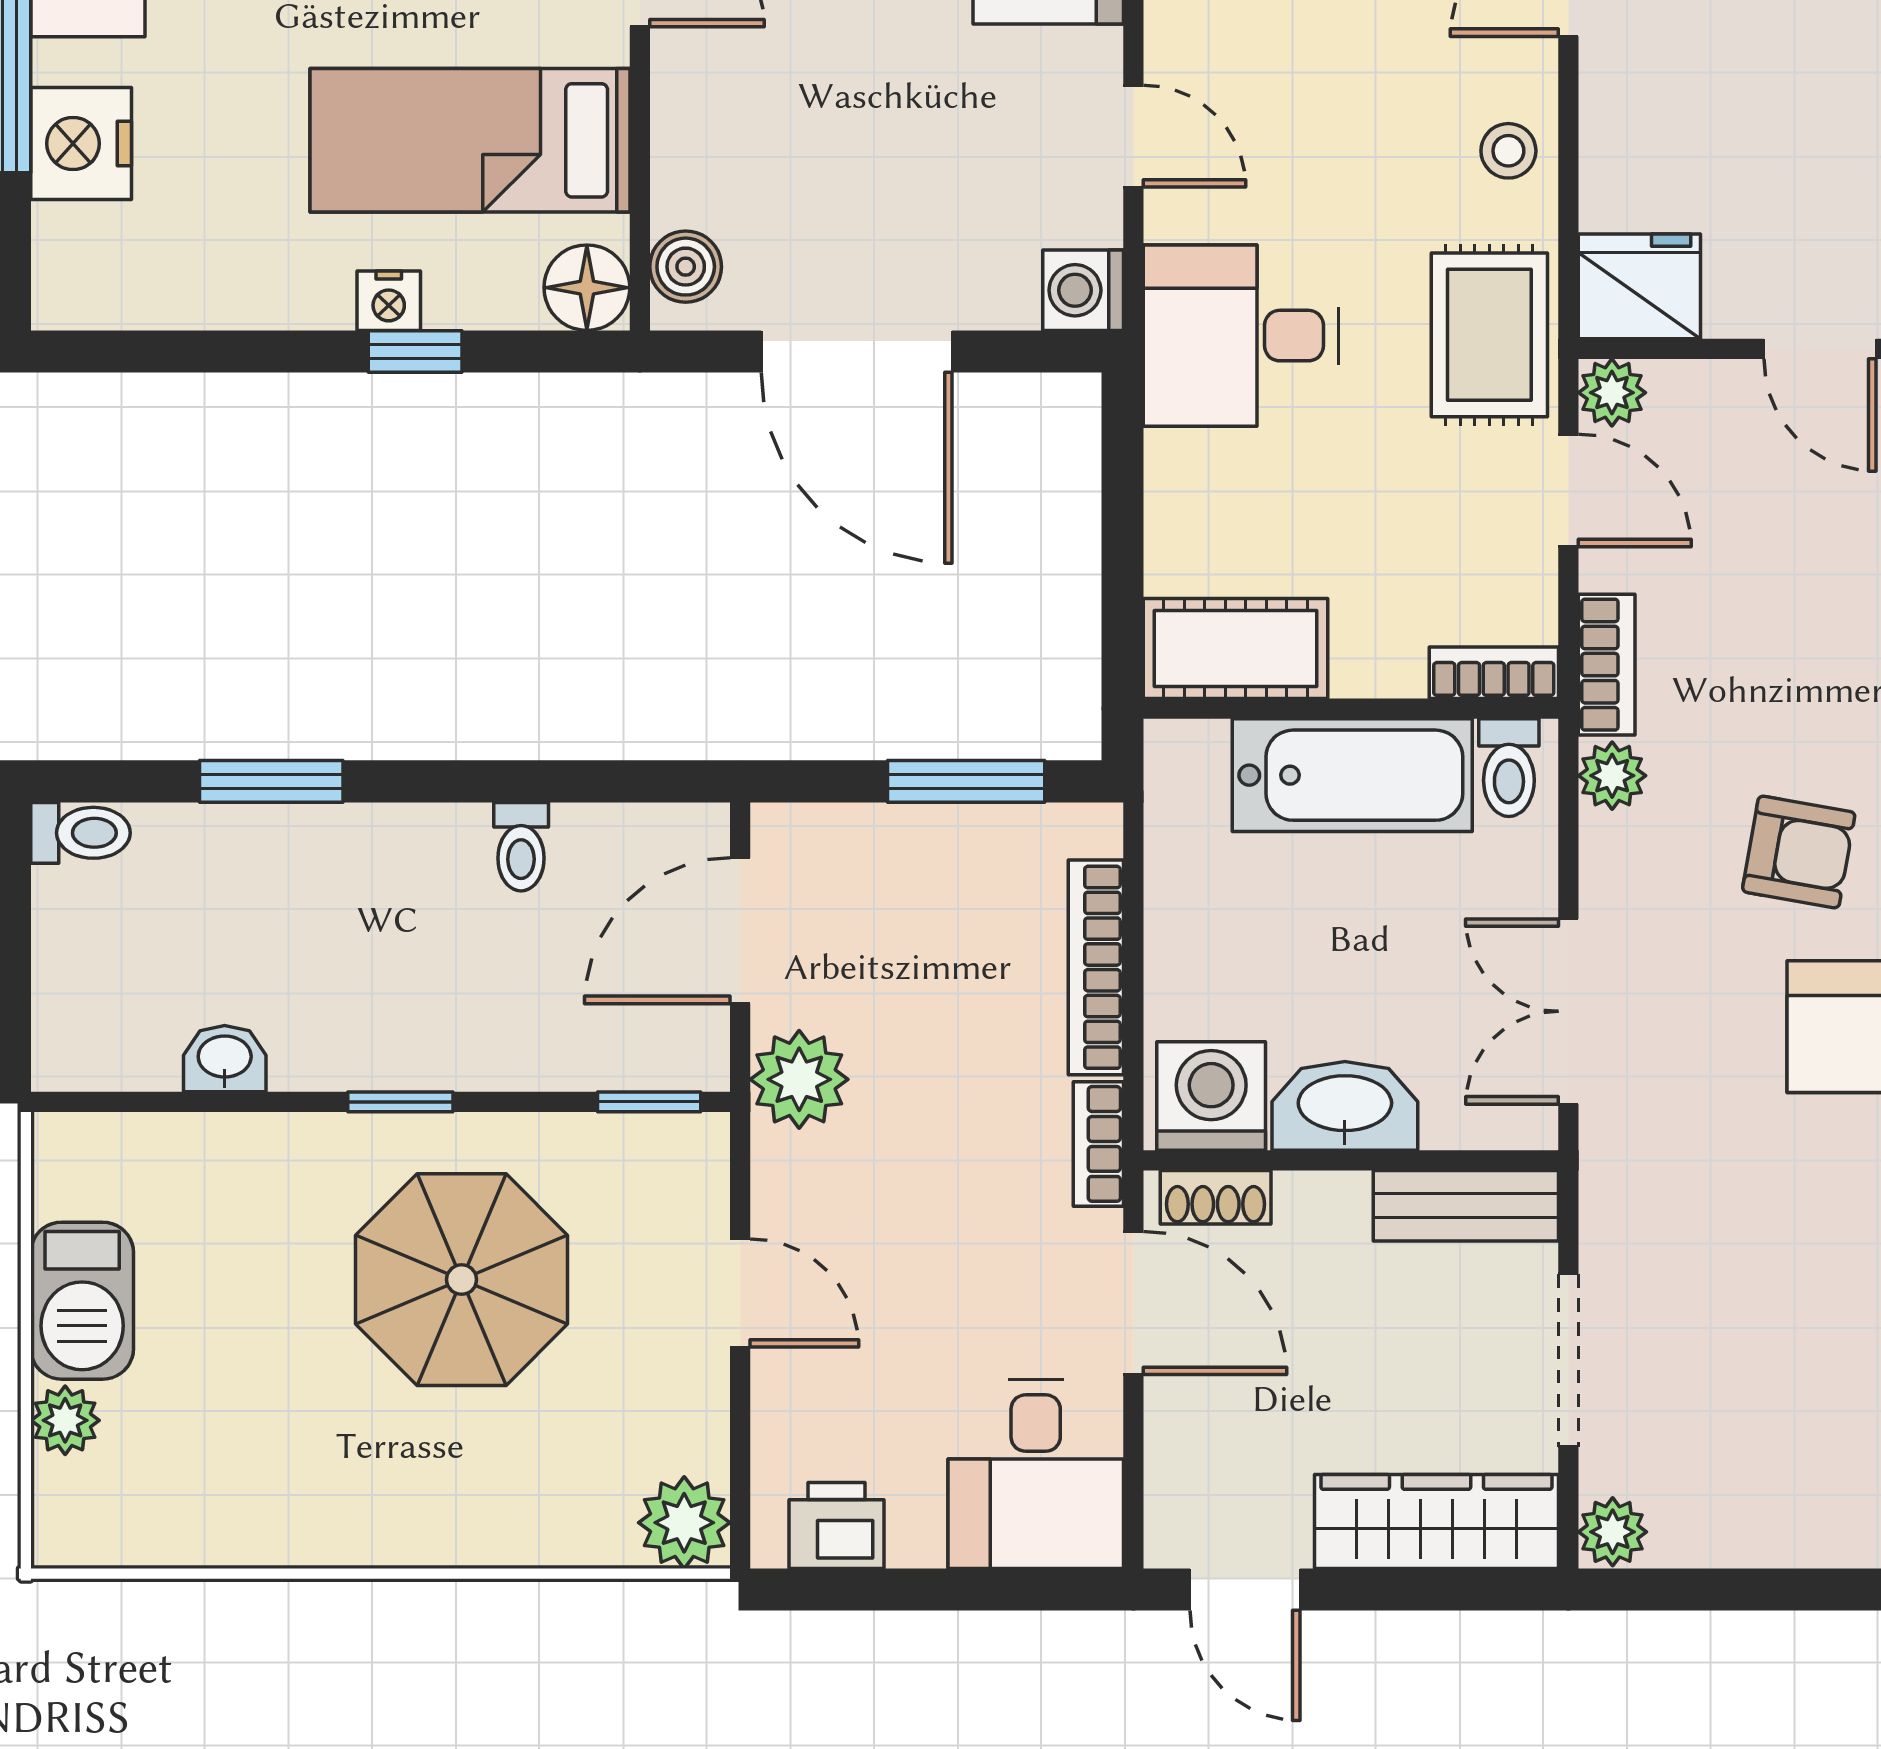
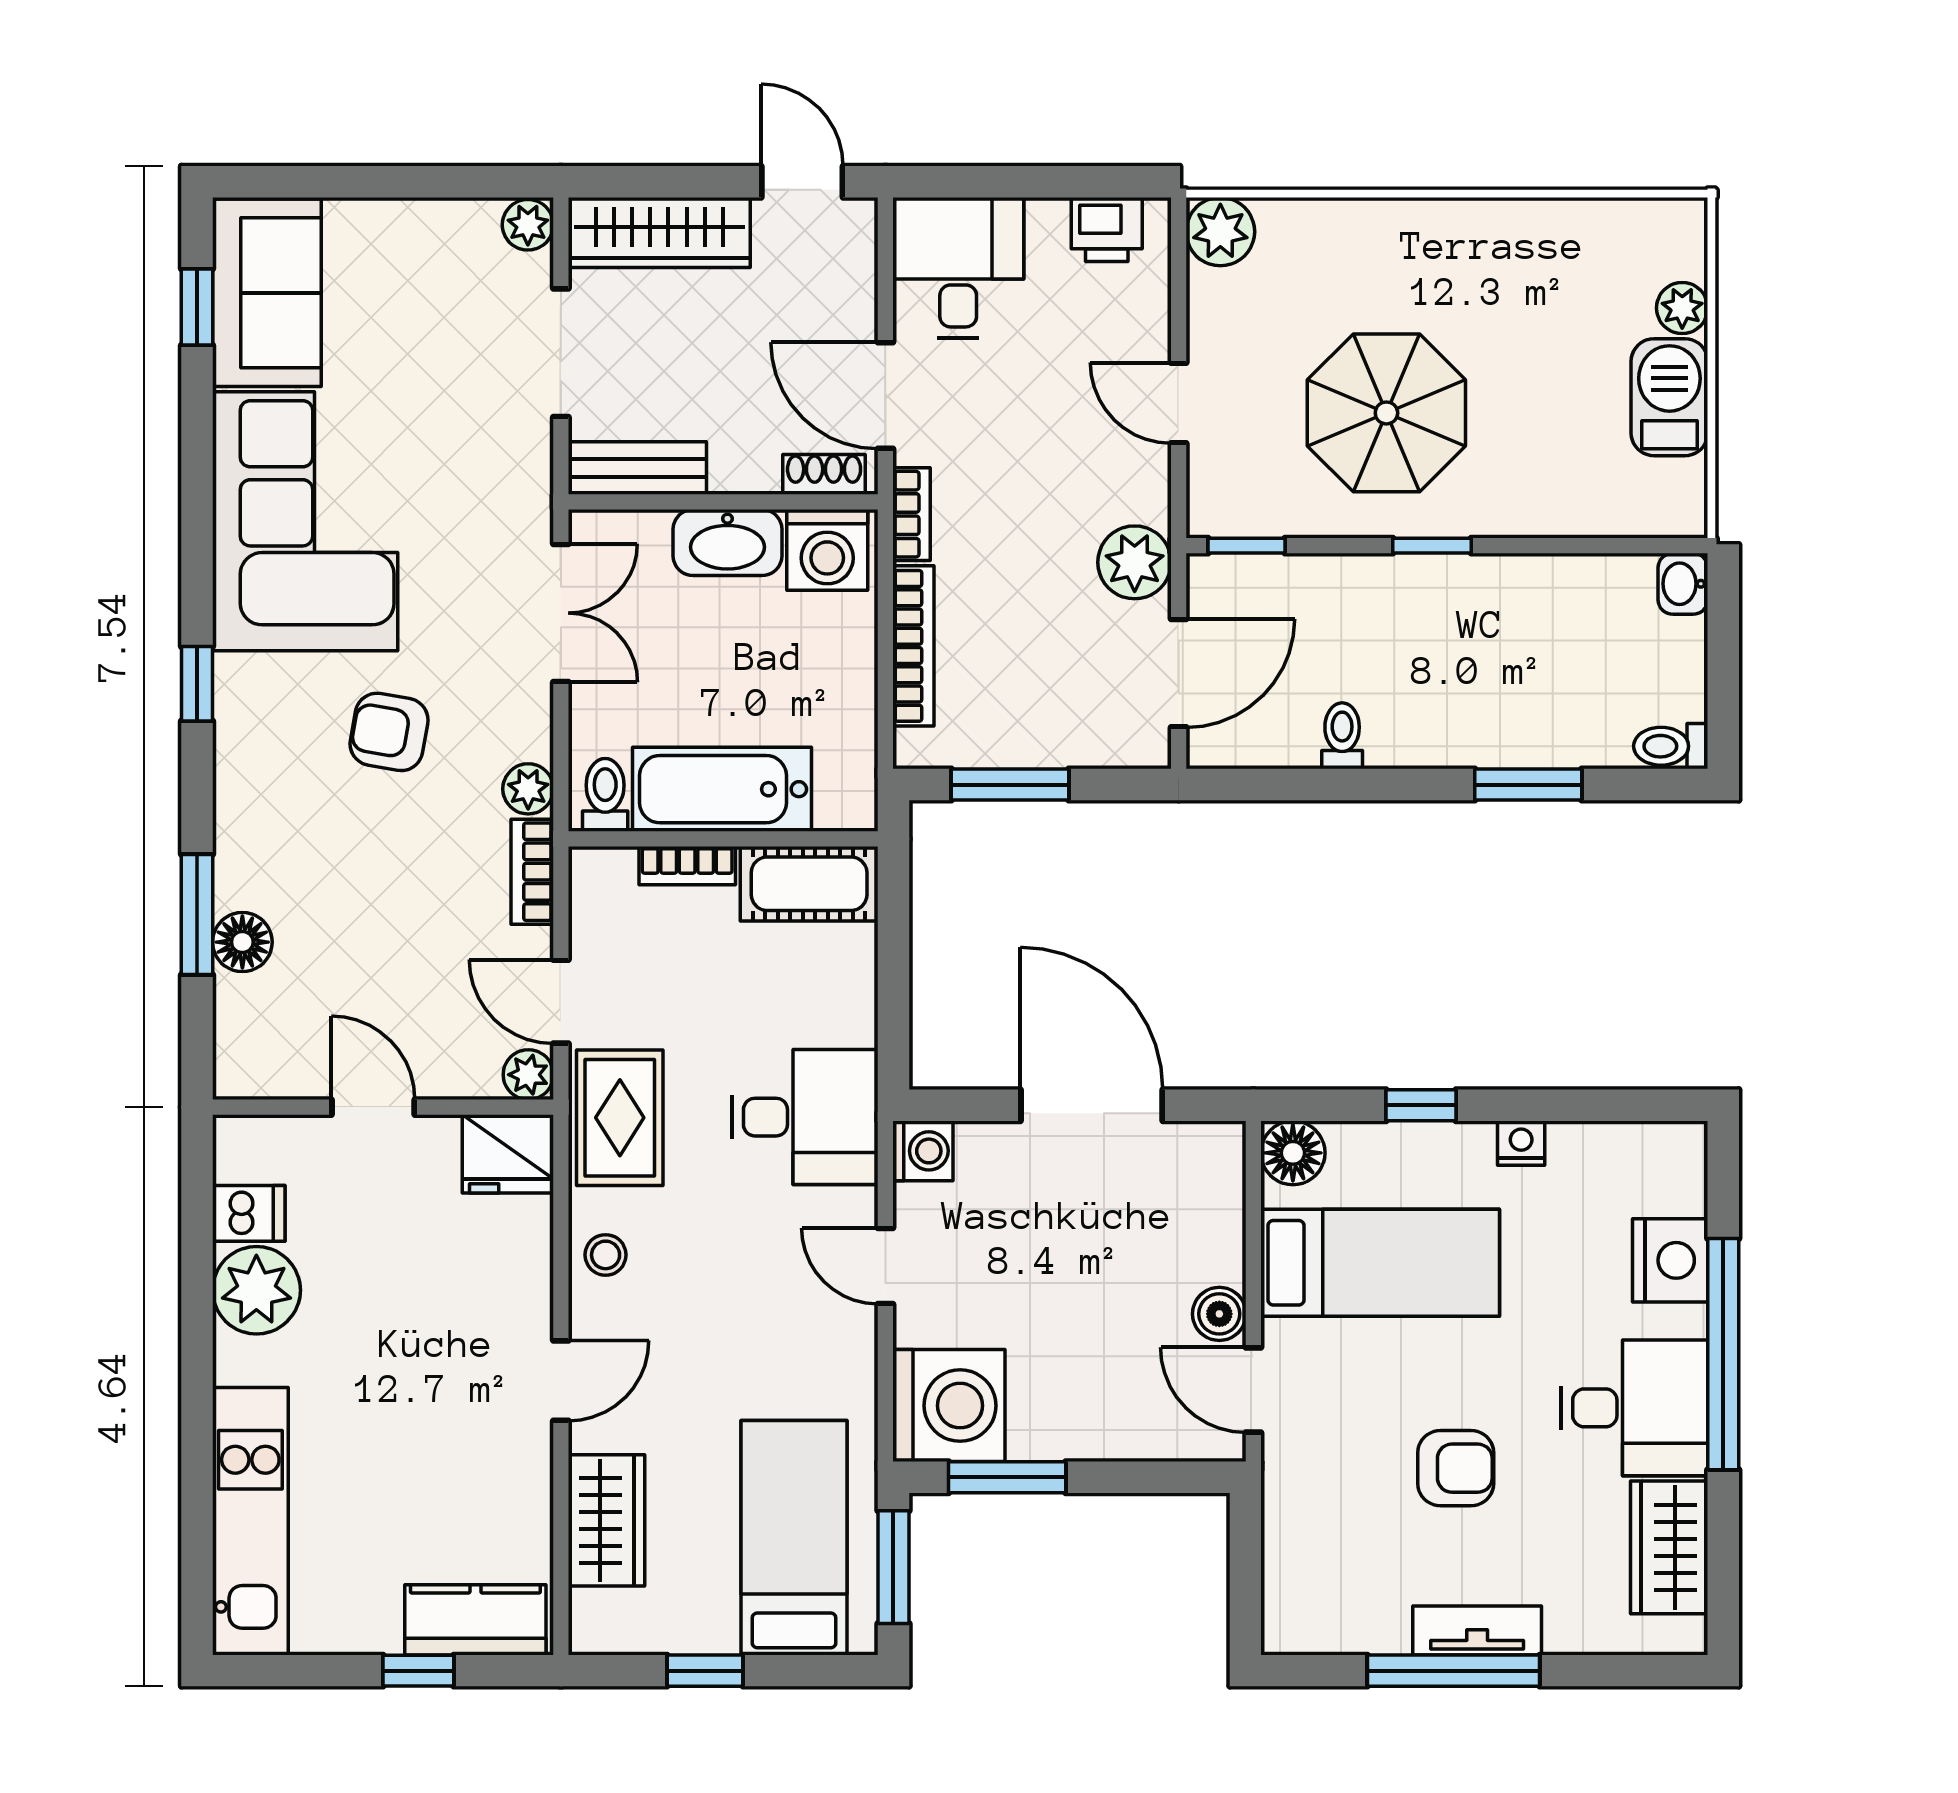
boiler: (686, 267) -> (1219, 1314), moved
nightstand: (389, 301) -> (1521, 1143), moved
bookcase: (1494, 673) -> (687, 866), moved
washbasin: (225, 1059) -> (1683, 584), moved, turned 90

